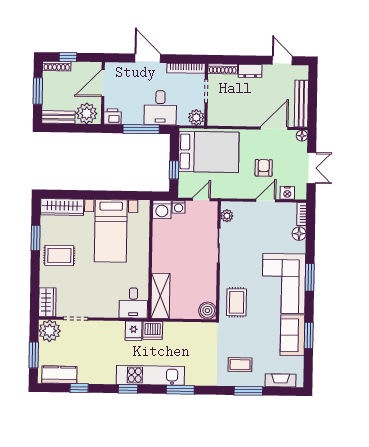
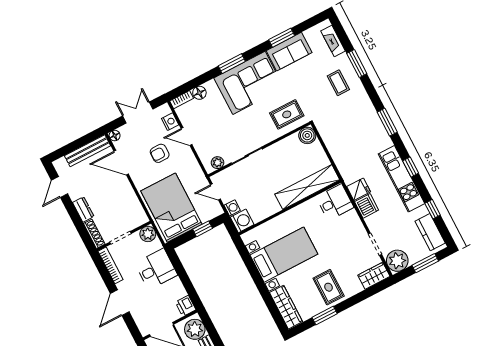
window: (141, 129) -> (183, 276), removed
shelving: (160, 296) -> (307, 187), width x1.47
dishwasher: (153, 330) -> (367, 206), moved
kitchen unit: (150, 375) -> (401, 179), moved

